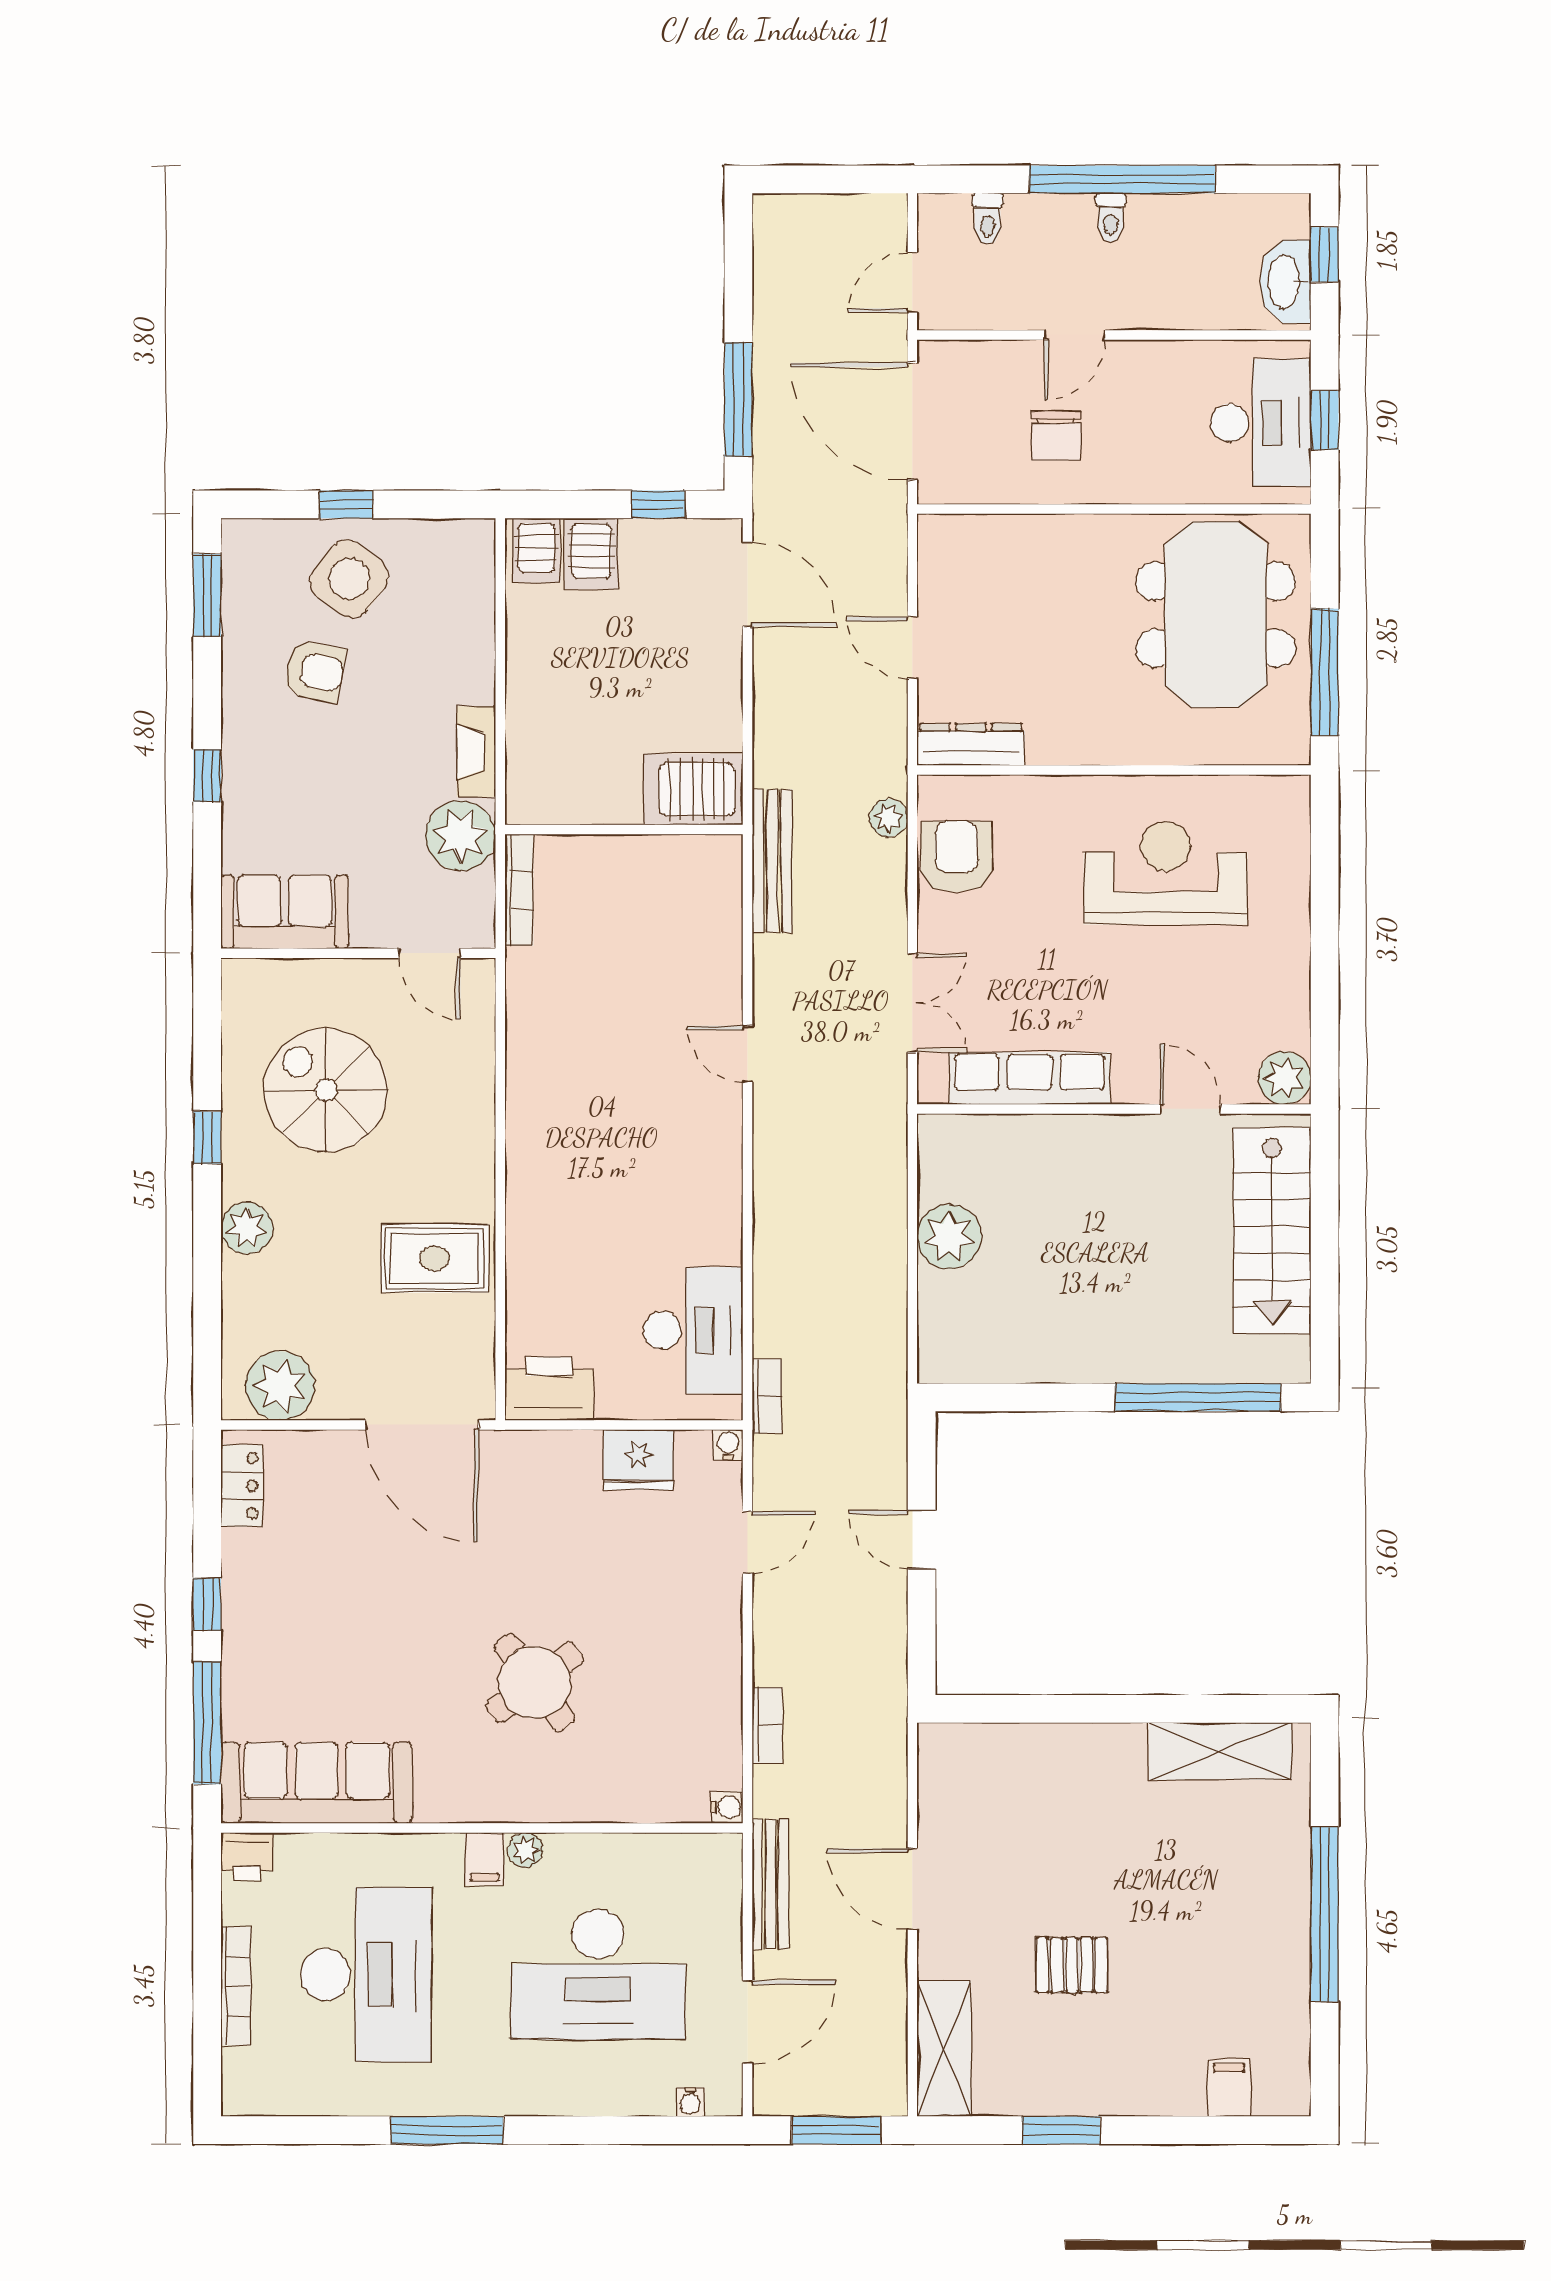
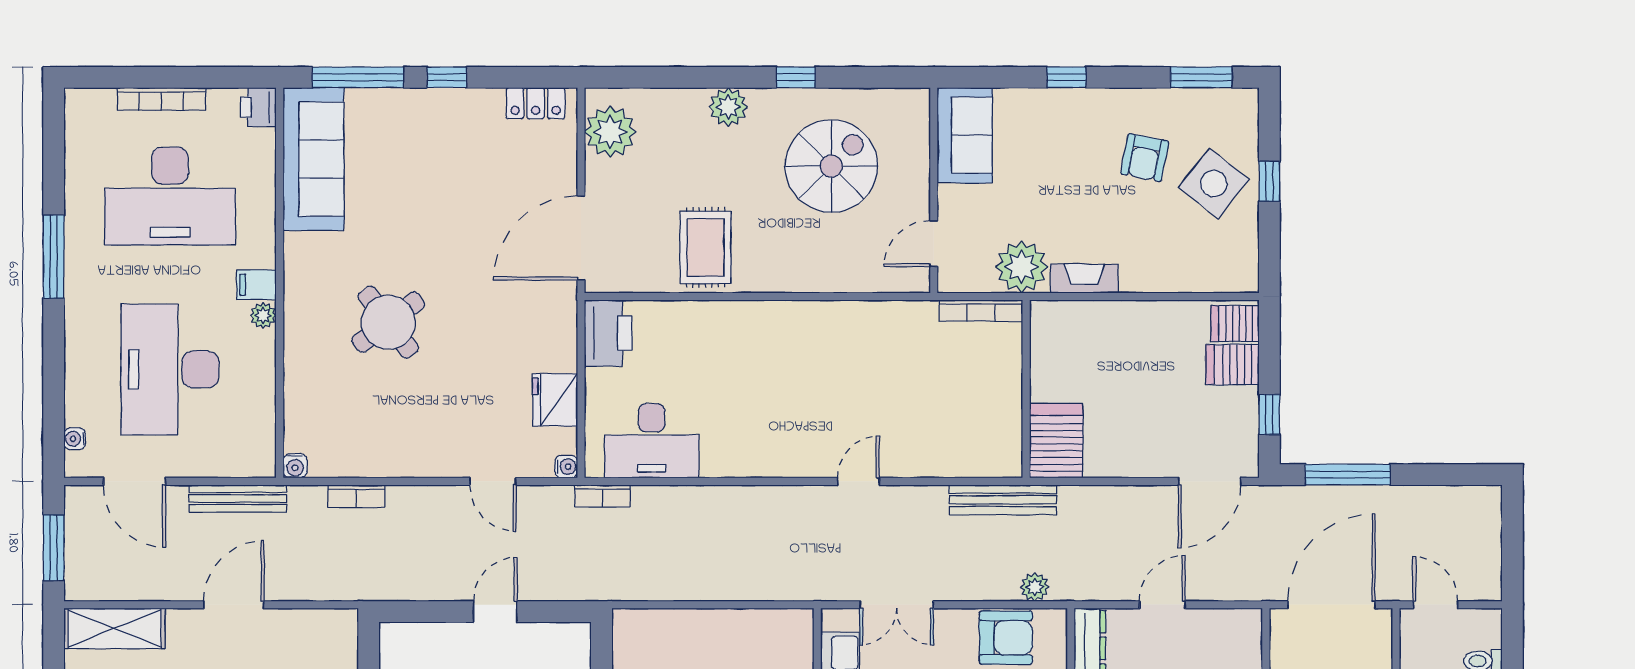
plant: (949, 1237) -> (722, 632), removed

